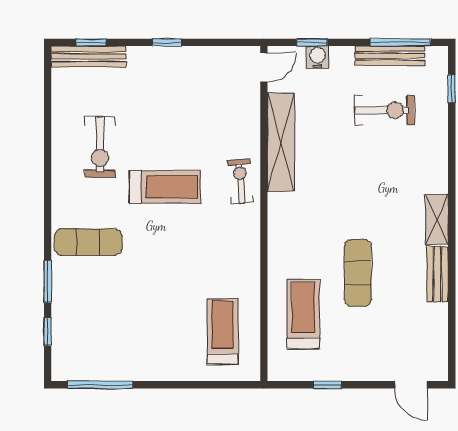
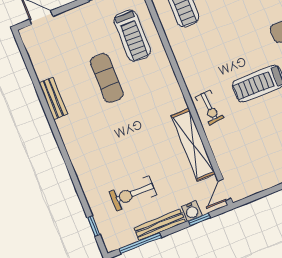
bench: (390, 56) -> (160, 225), moved
shelving: (437, 219) -> (68, 135), removed

